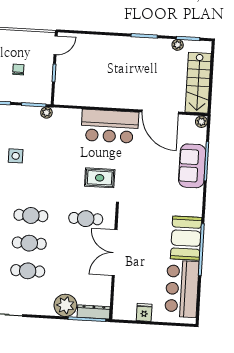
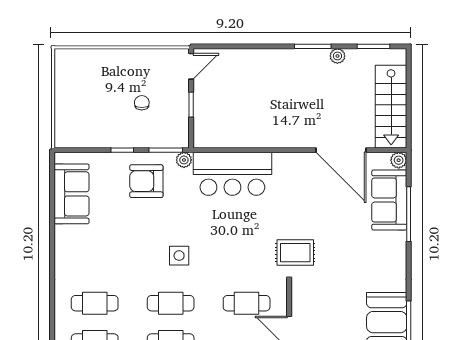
plant: (178, 45) -> (337, 56), moved
armchair: (18, 126) -> (146, 181), added
bar counter: (110, 126) -> (232, 174), moved
side table: (16, 156) -> (179, 256), moved
sofa: (192, 166) -> (389, 200), moved
rug: (100, 178) -> (295, 253), moved

